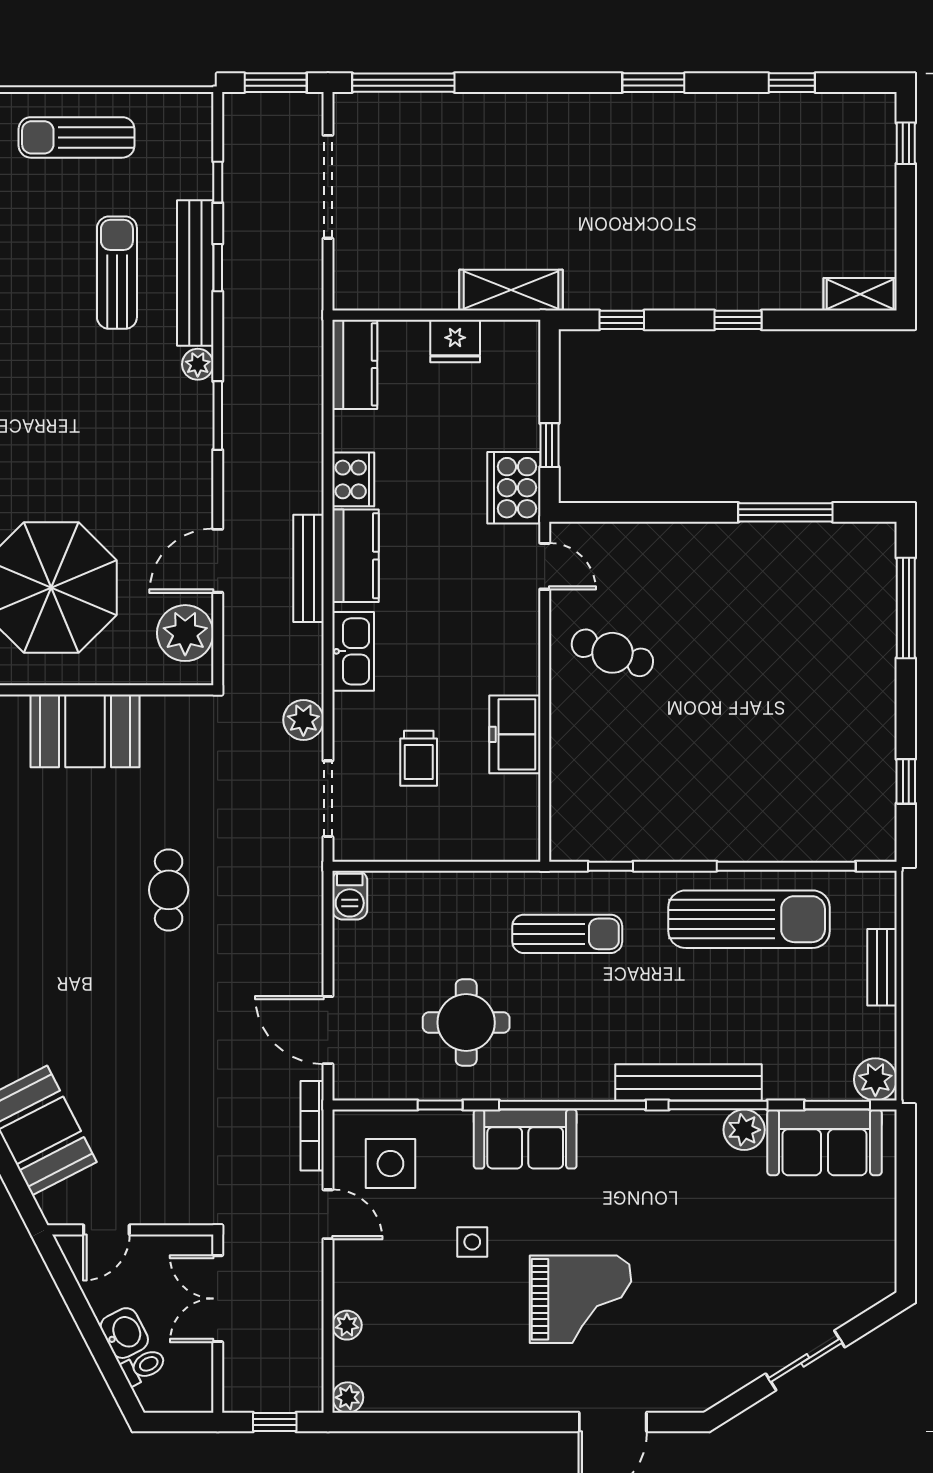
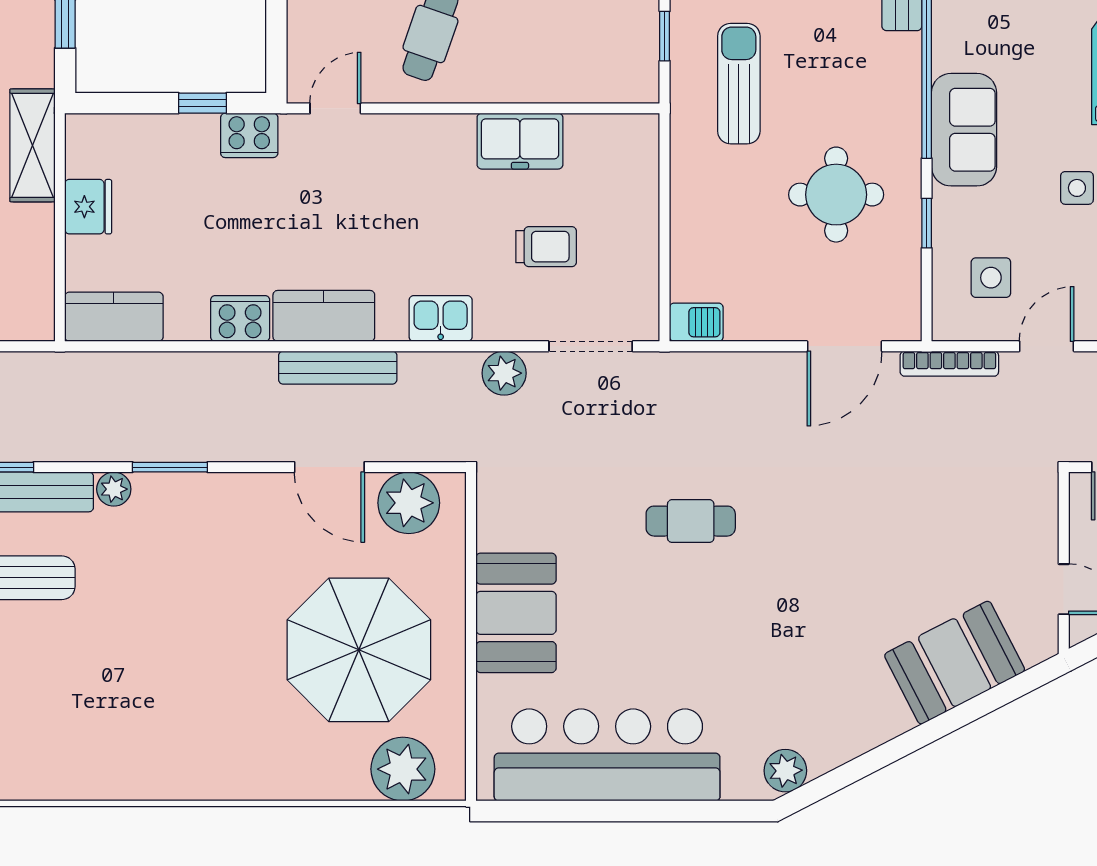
cooker: (514, 488) -> (249, 135), width x0.73, depth x0.76
kitchen sink: (353, 651) -> (441, 319), width x0.73
side table: (390, 1164) -> (991, 278), width x0.73, depth x0.73

